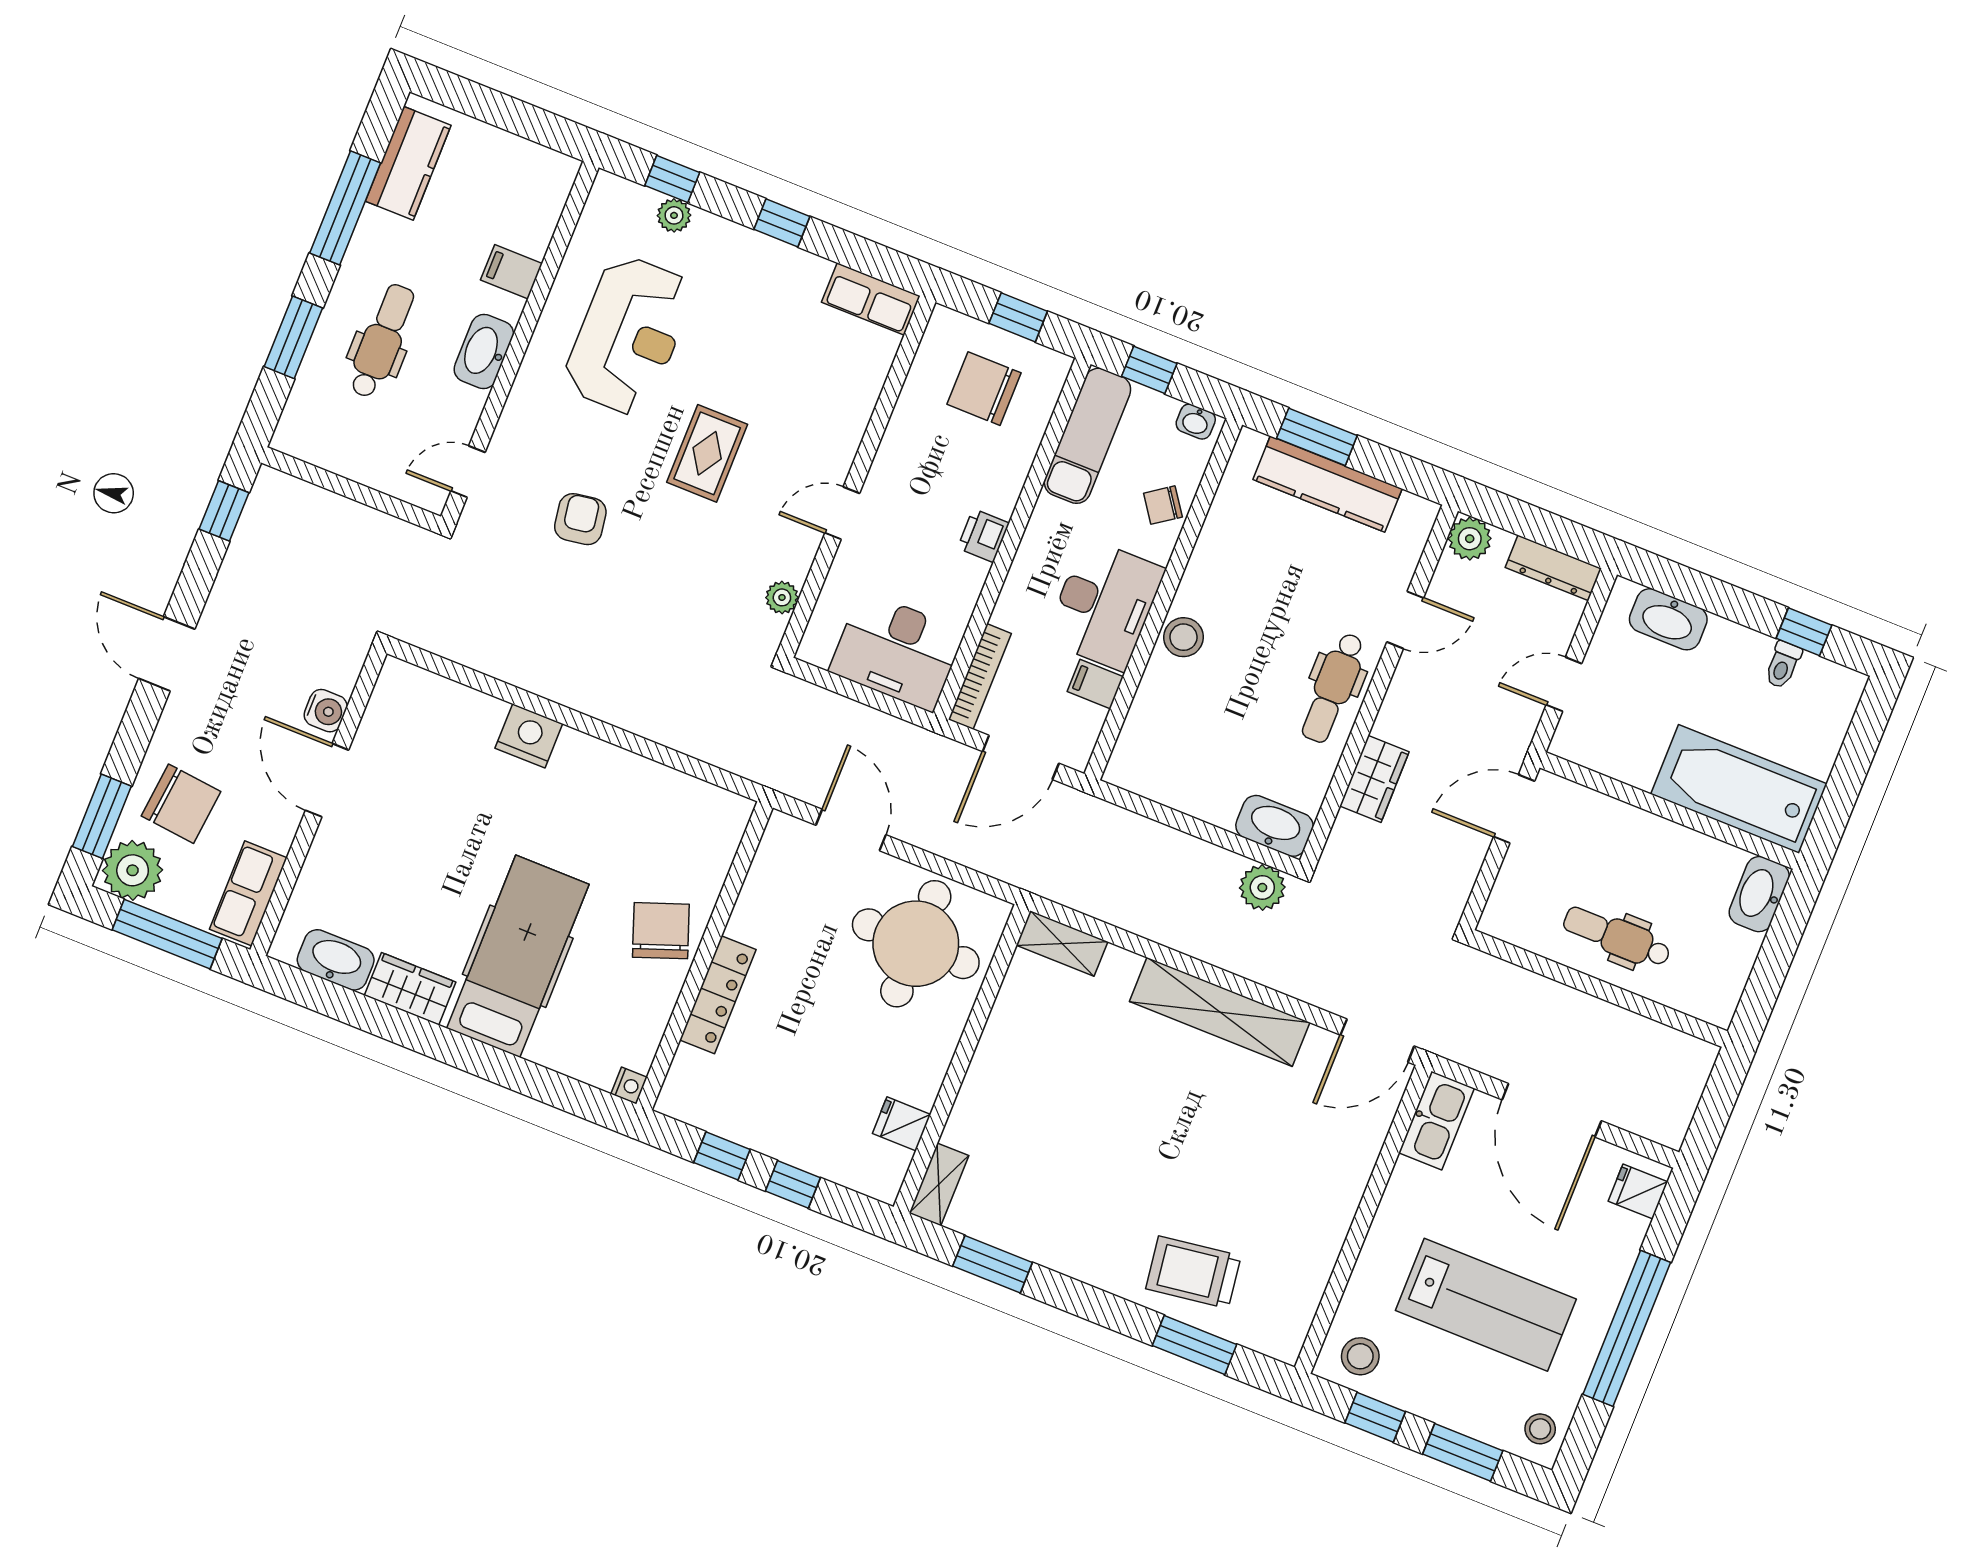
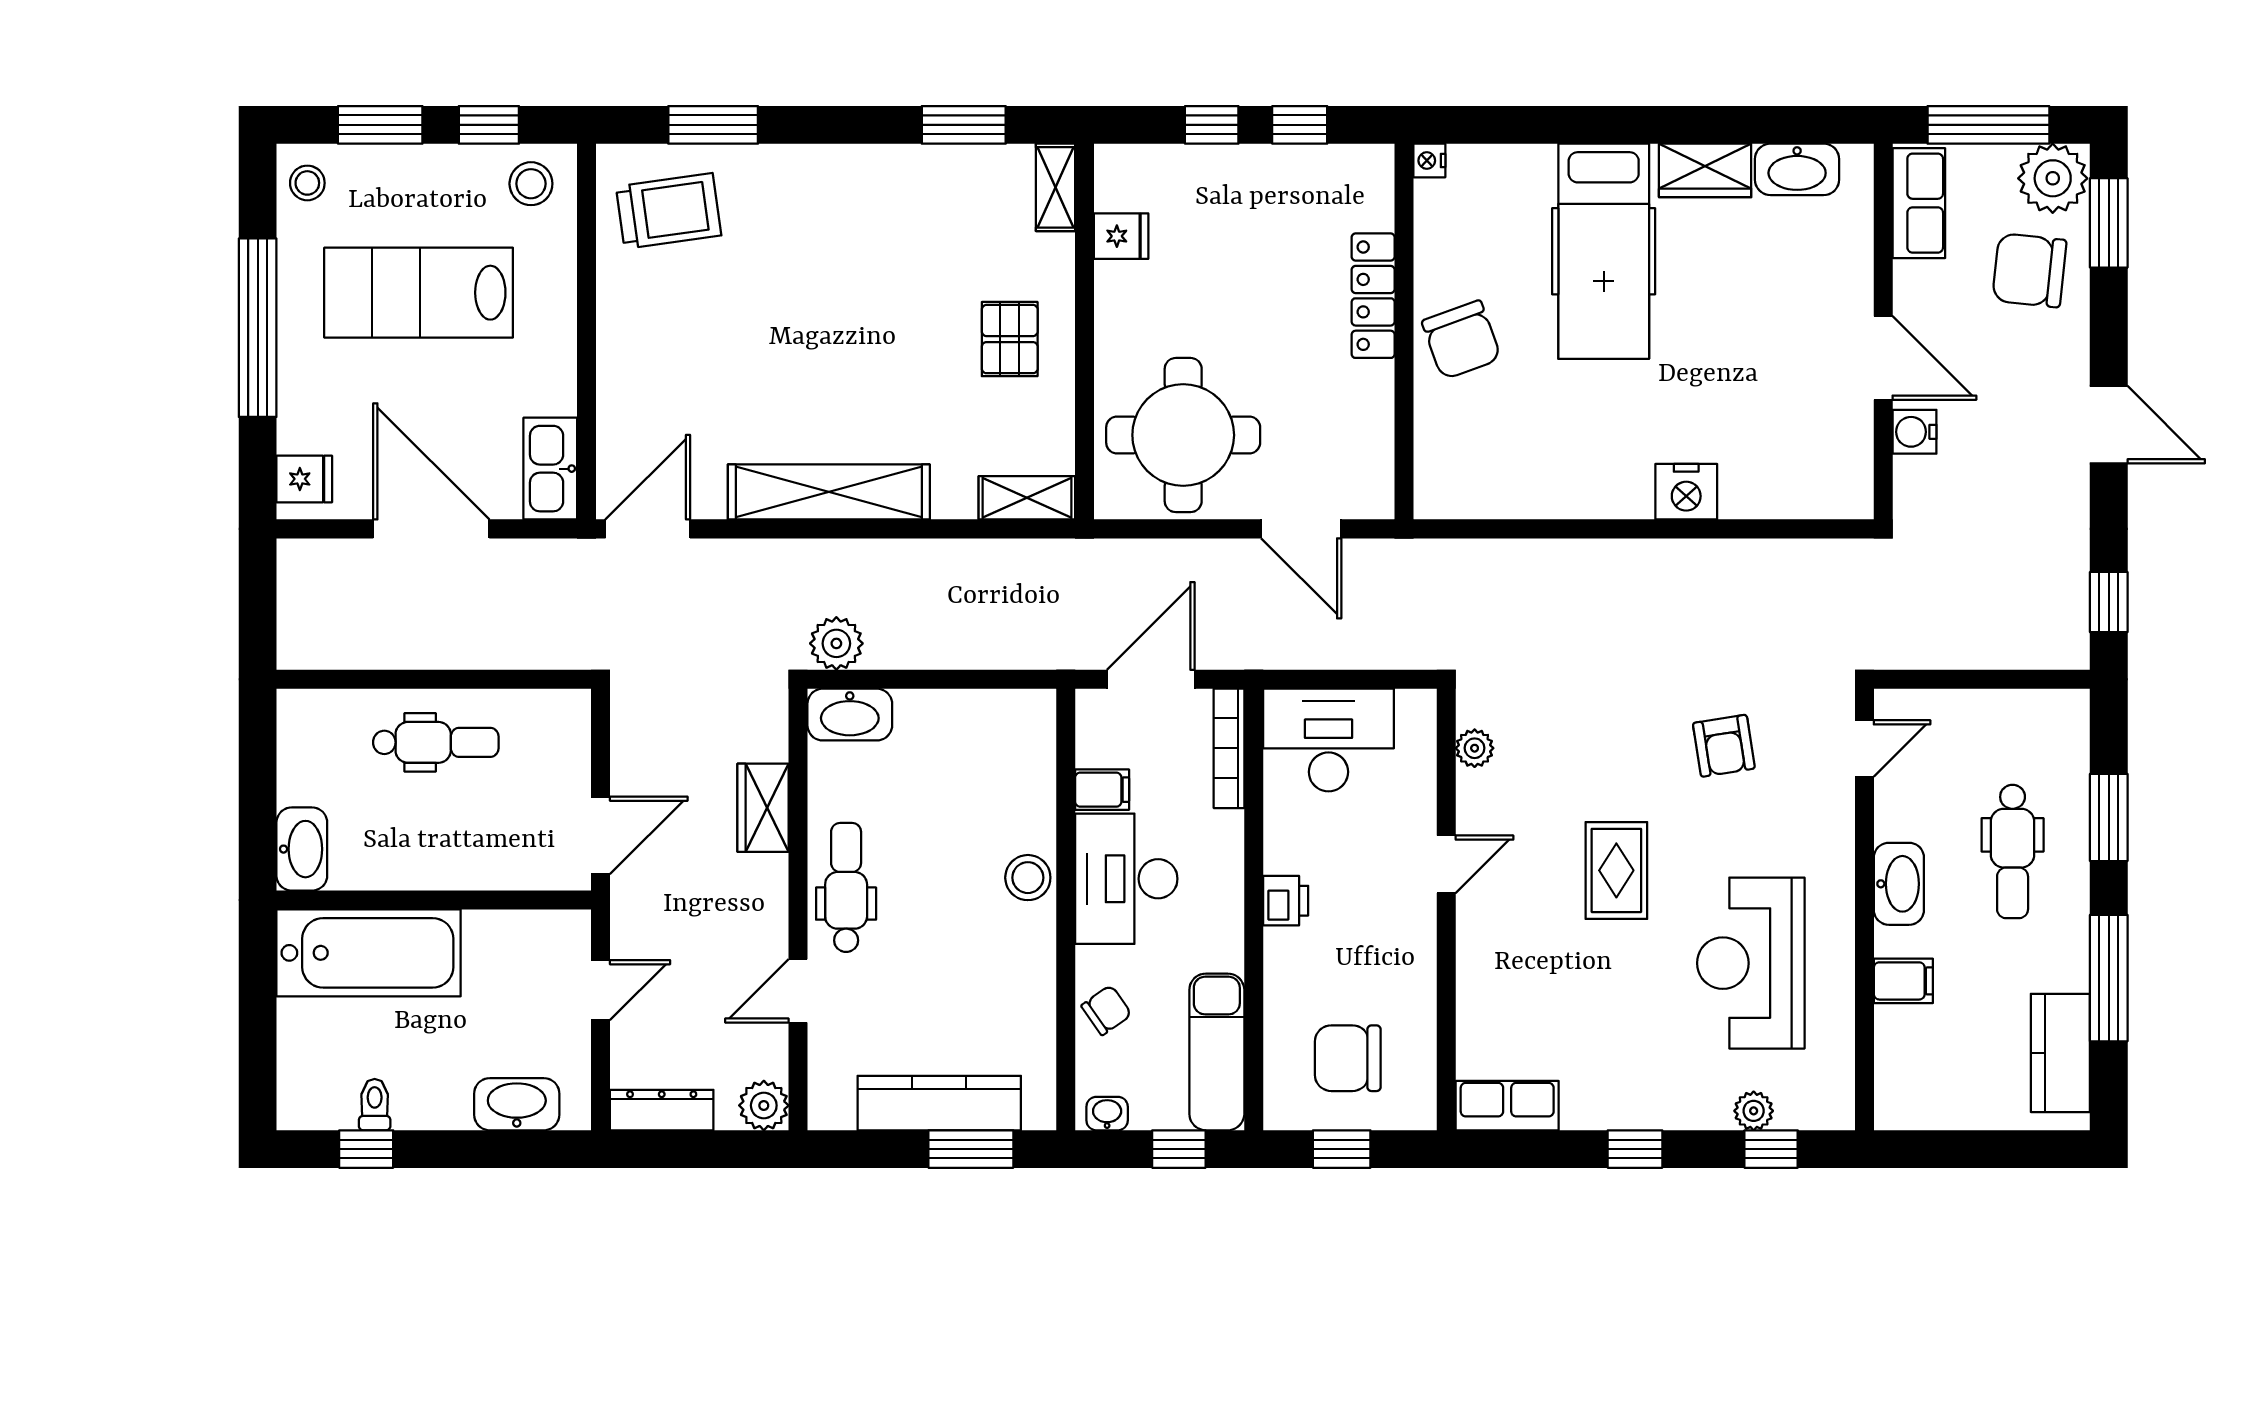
chair: (984, 389) -> (1348, 1058), turned 180
pallet: (1025, 1077) -> (1010, 339), added
trolley: (1193, 1272) -> (669, 211), moved

